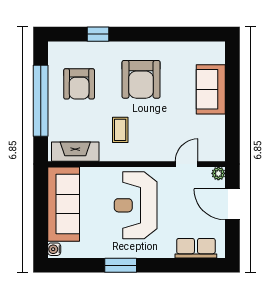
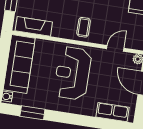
coffee table: (120, 130) -> (84, 27), moved
window: (121, 265) -> (32, 113), moved

